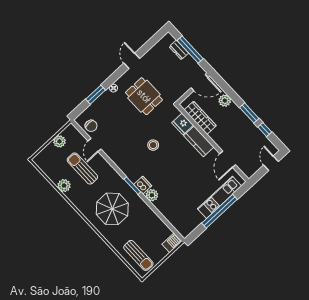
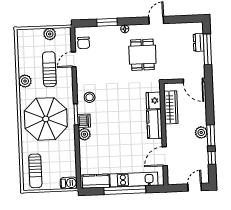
plant: (225, 101) -> (201, 132), moved
stool: (153, 145) -> (90, 97), moved
plant: (64, 186) -> (25, 81), moved
parasol: (112, 209) -> (46, 119), width x1.36, depth x1.36
kitchen counter: (191, 223) -> (96, 181), added

